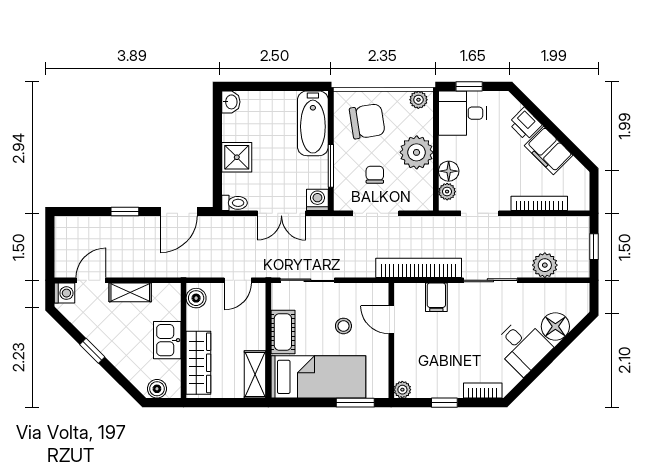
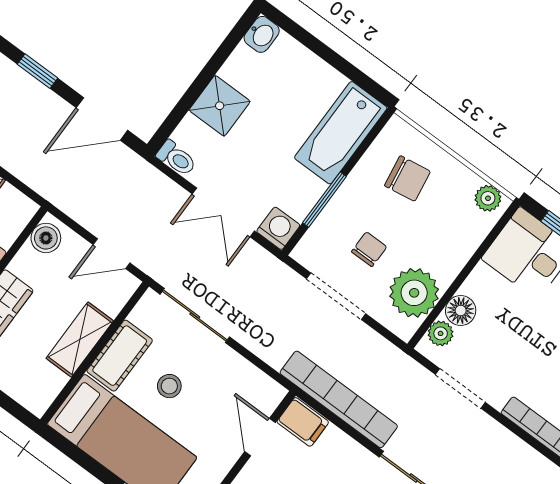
chair: (367, 121) -> (407, 179), width x0.73, depth x0.73
plant: (417, 152) -> (414, 293), moved
filing cabinet: (436, 297) -> (303, 422), moved, turned -90
stool: (343, 326) -> (169, 386), moved
shelving: (255, 374) -> (80, 340), moved

